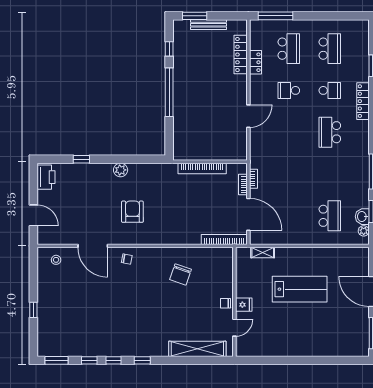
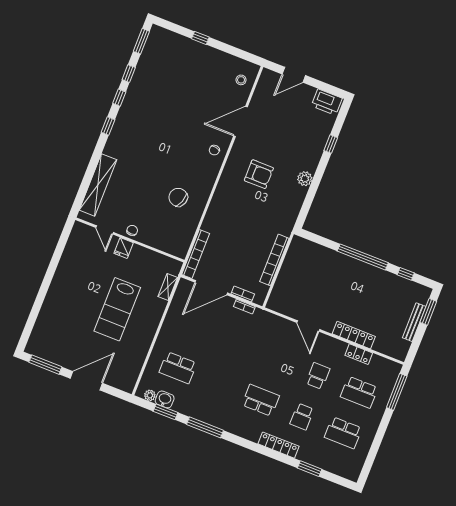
locker: (241, 55) -> (354, 335), moved

